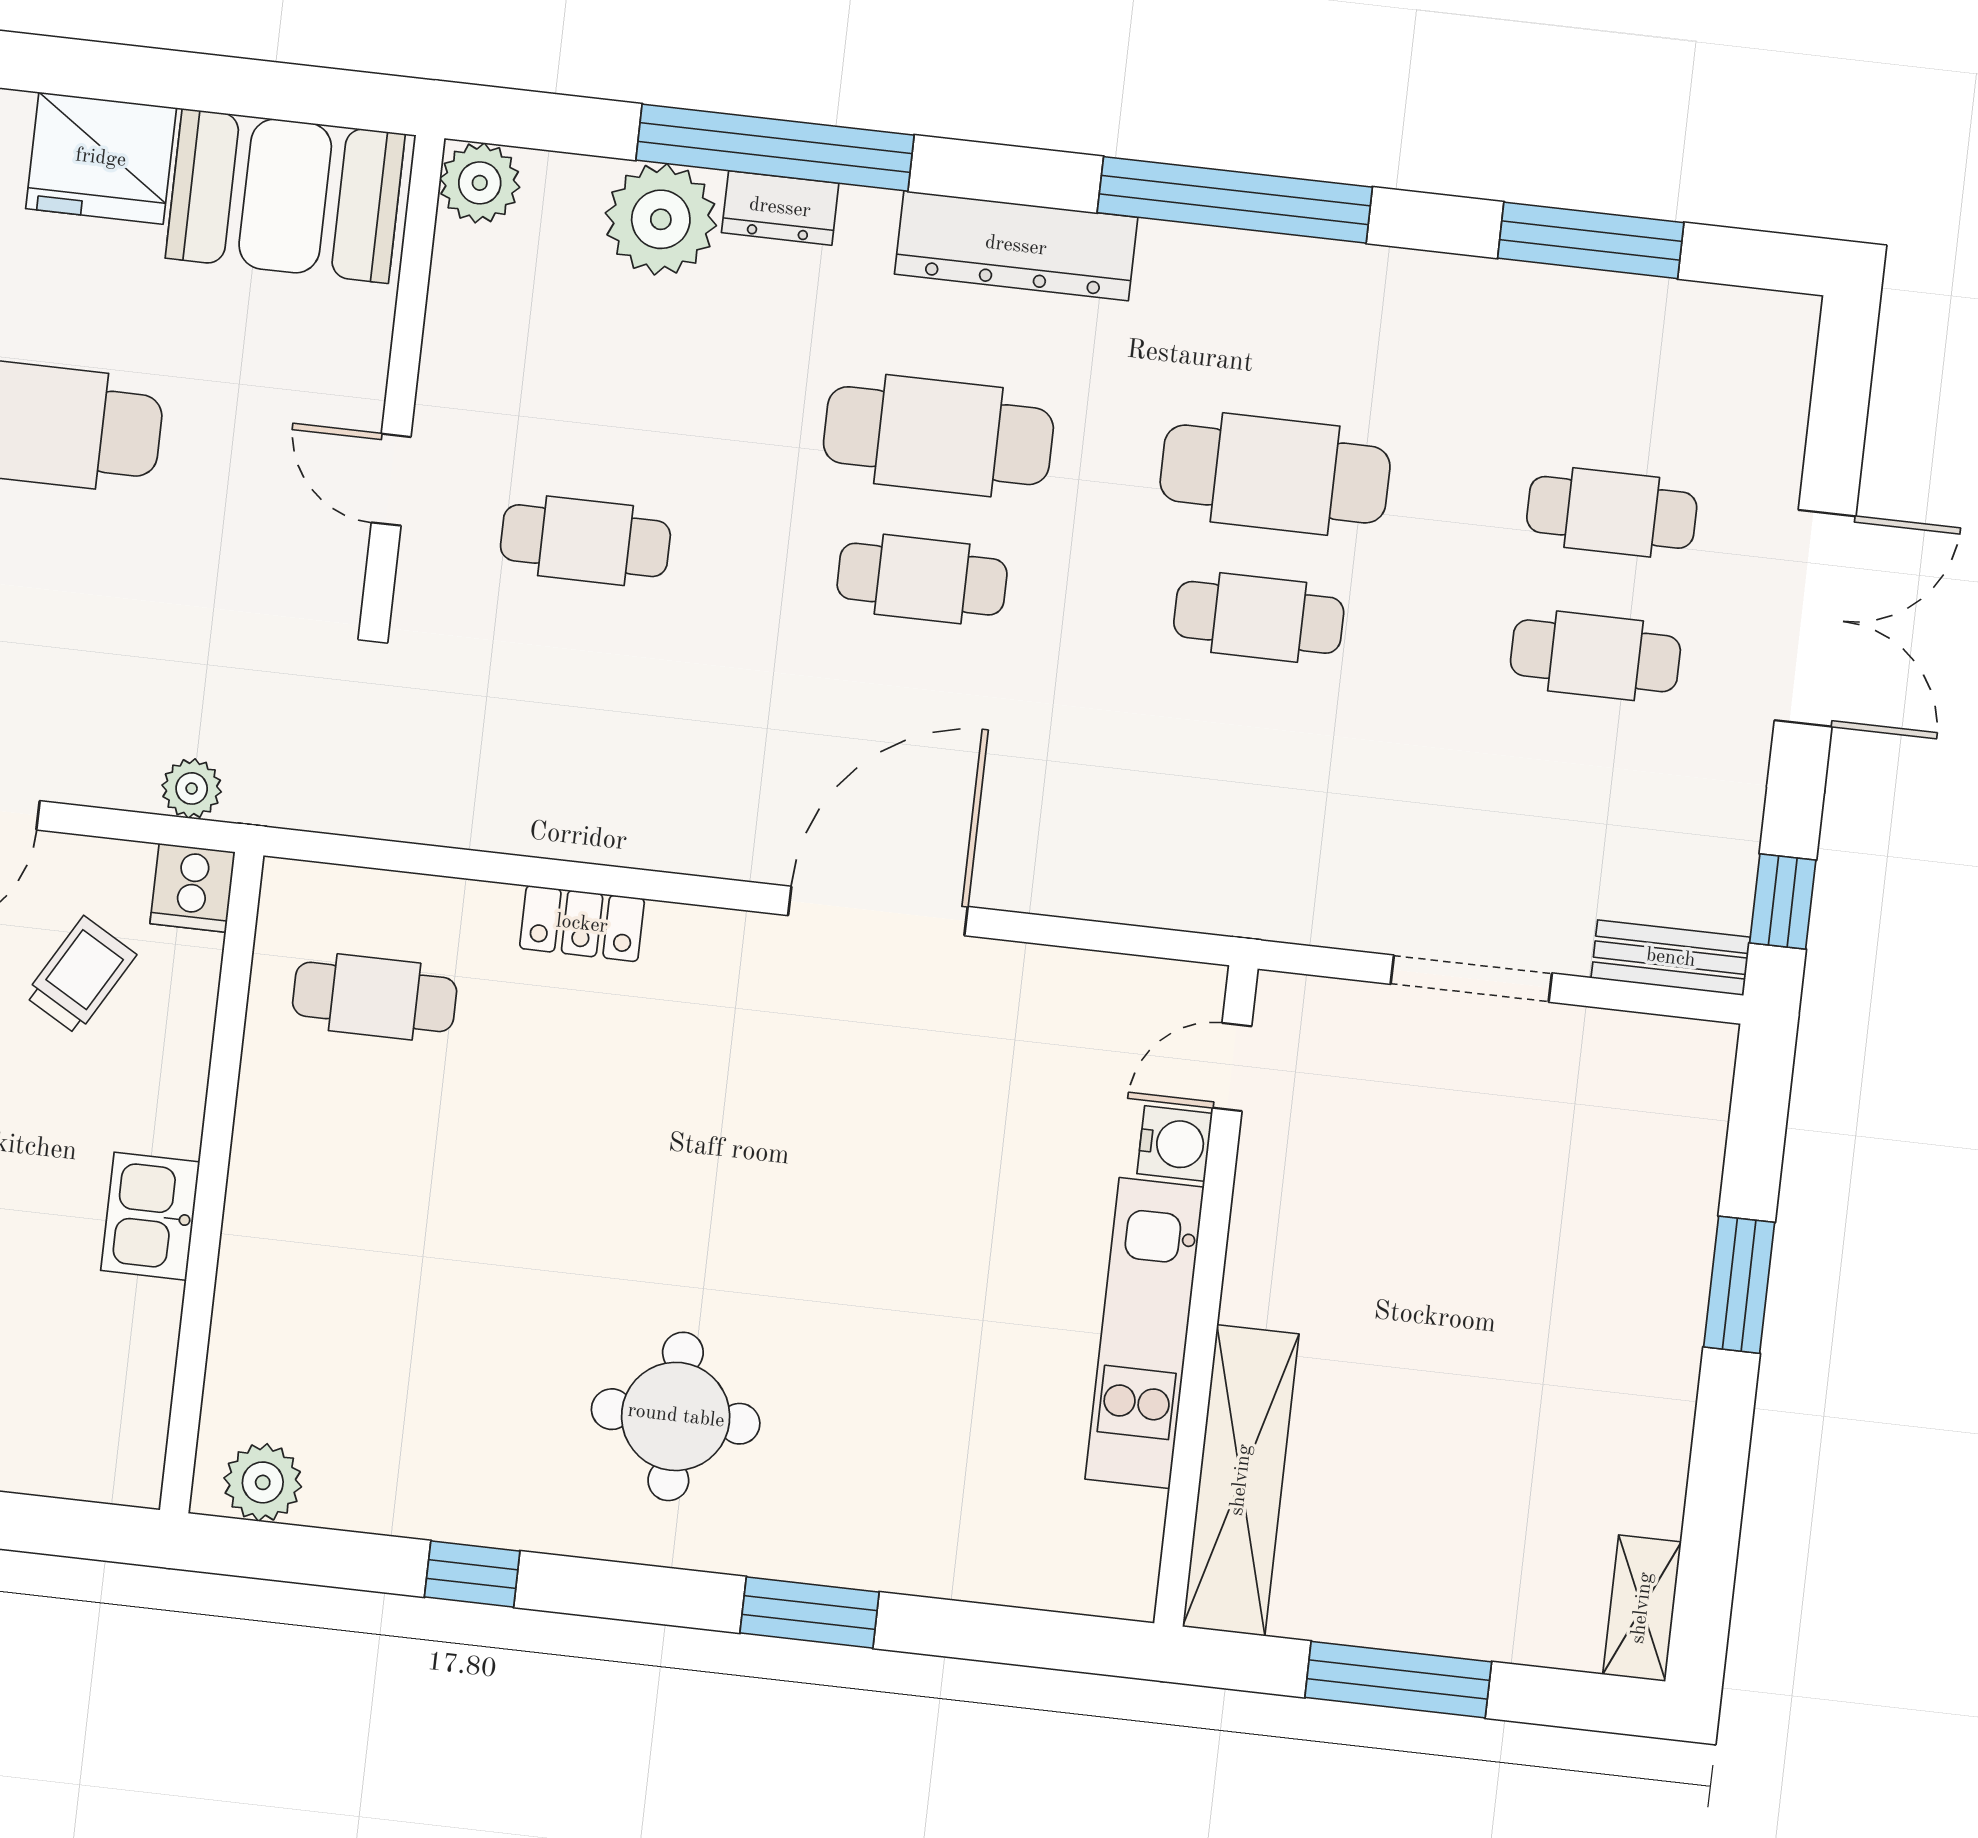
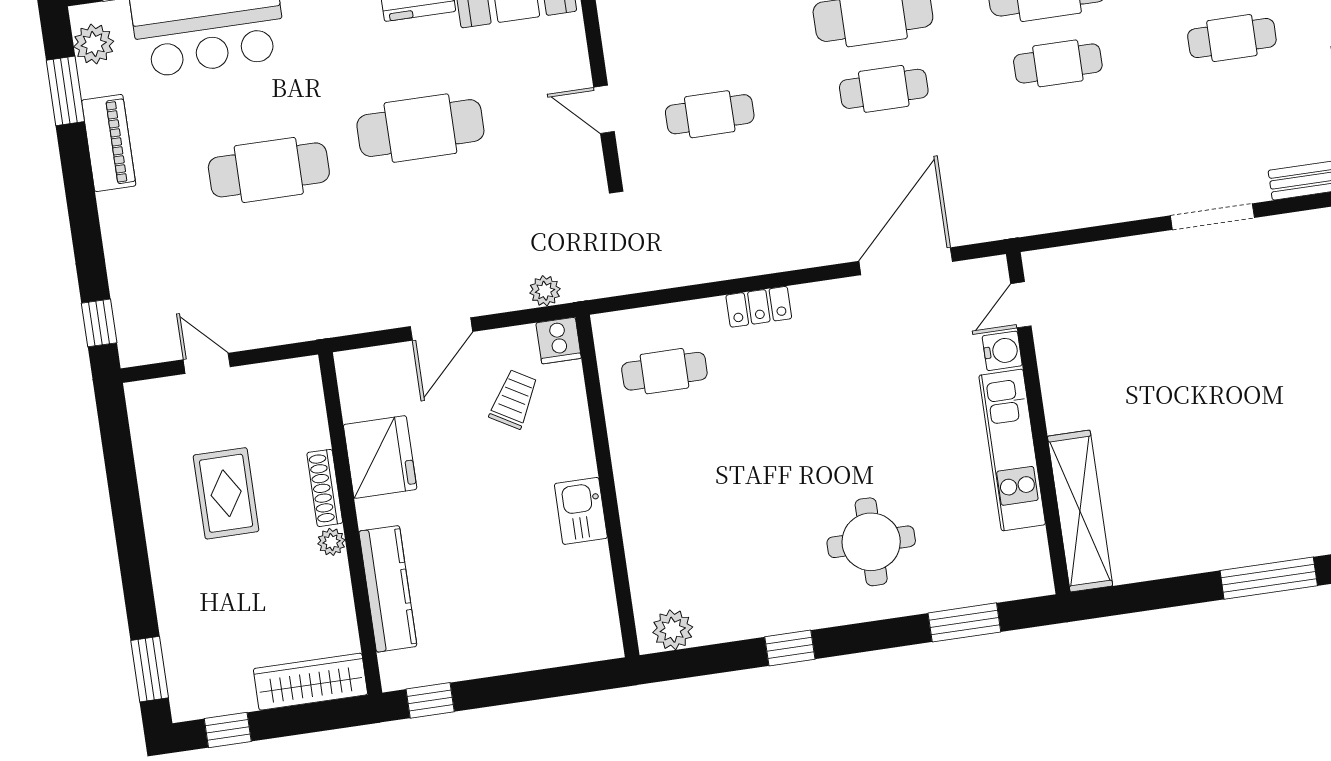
door: (1232, 1067) -> (1021, 305), moved
water cooler: (1175, 1144) -> (1002, 351), moved
wall: (1206, 1296) -> (1038, 423), moved
kitchen unit: (1144, 1333) -> (1012, 450), moved
shelving: (1241, 1480) -> (1080, 511), moved

